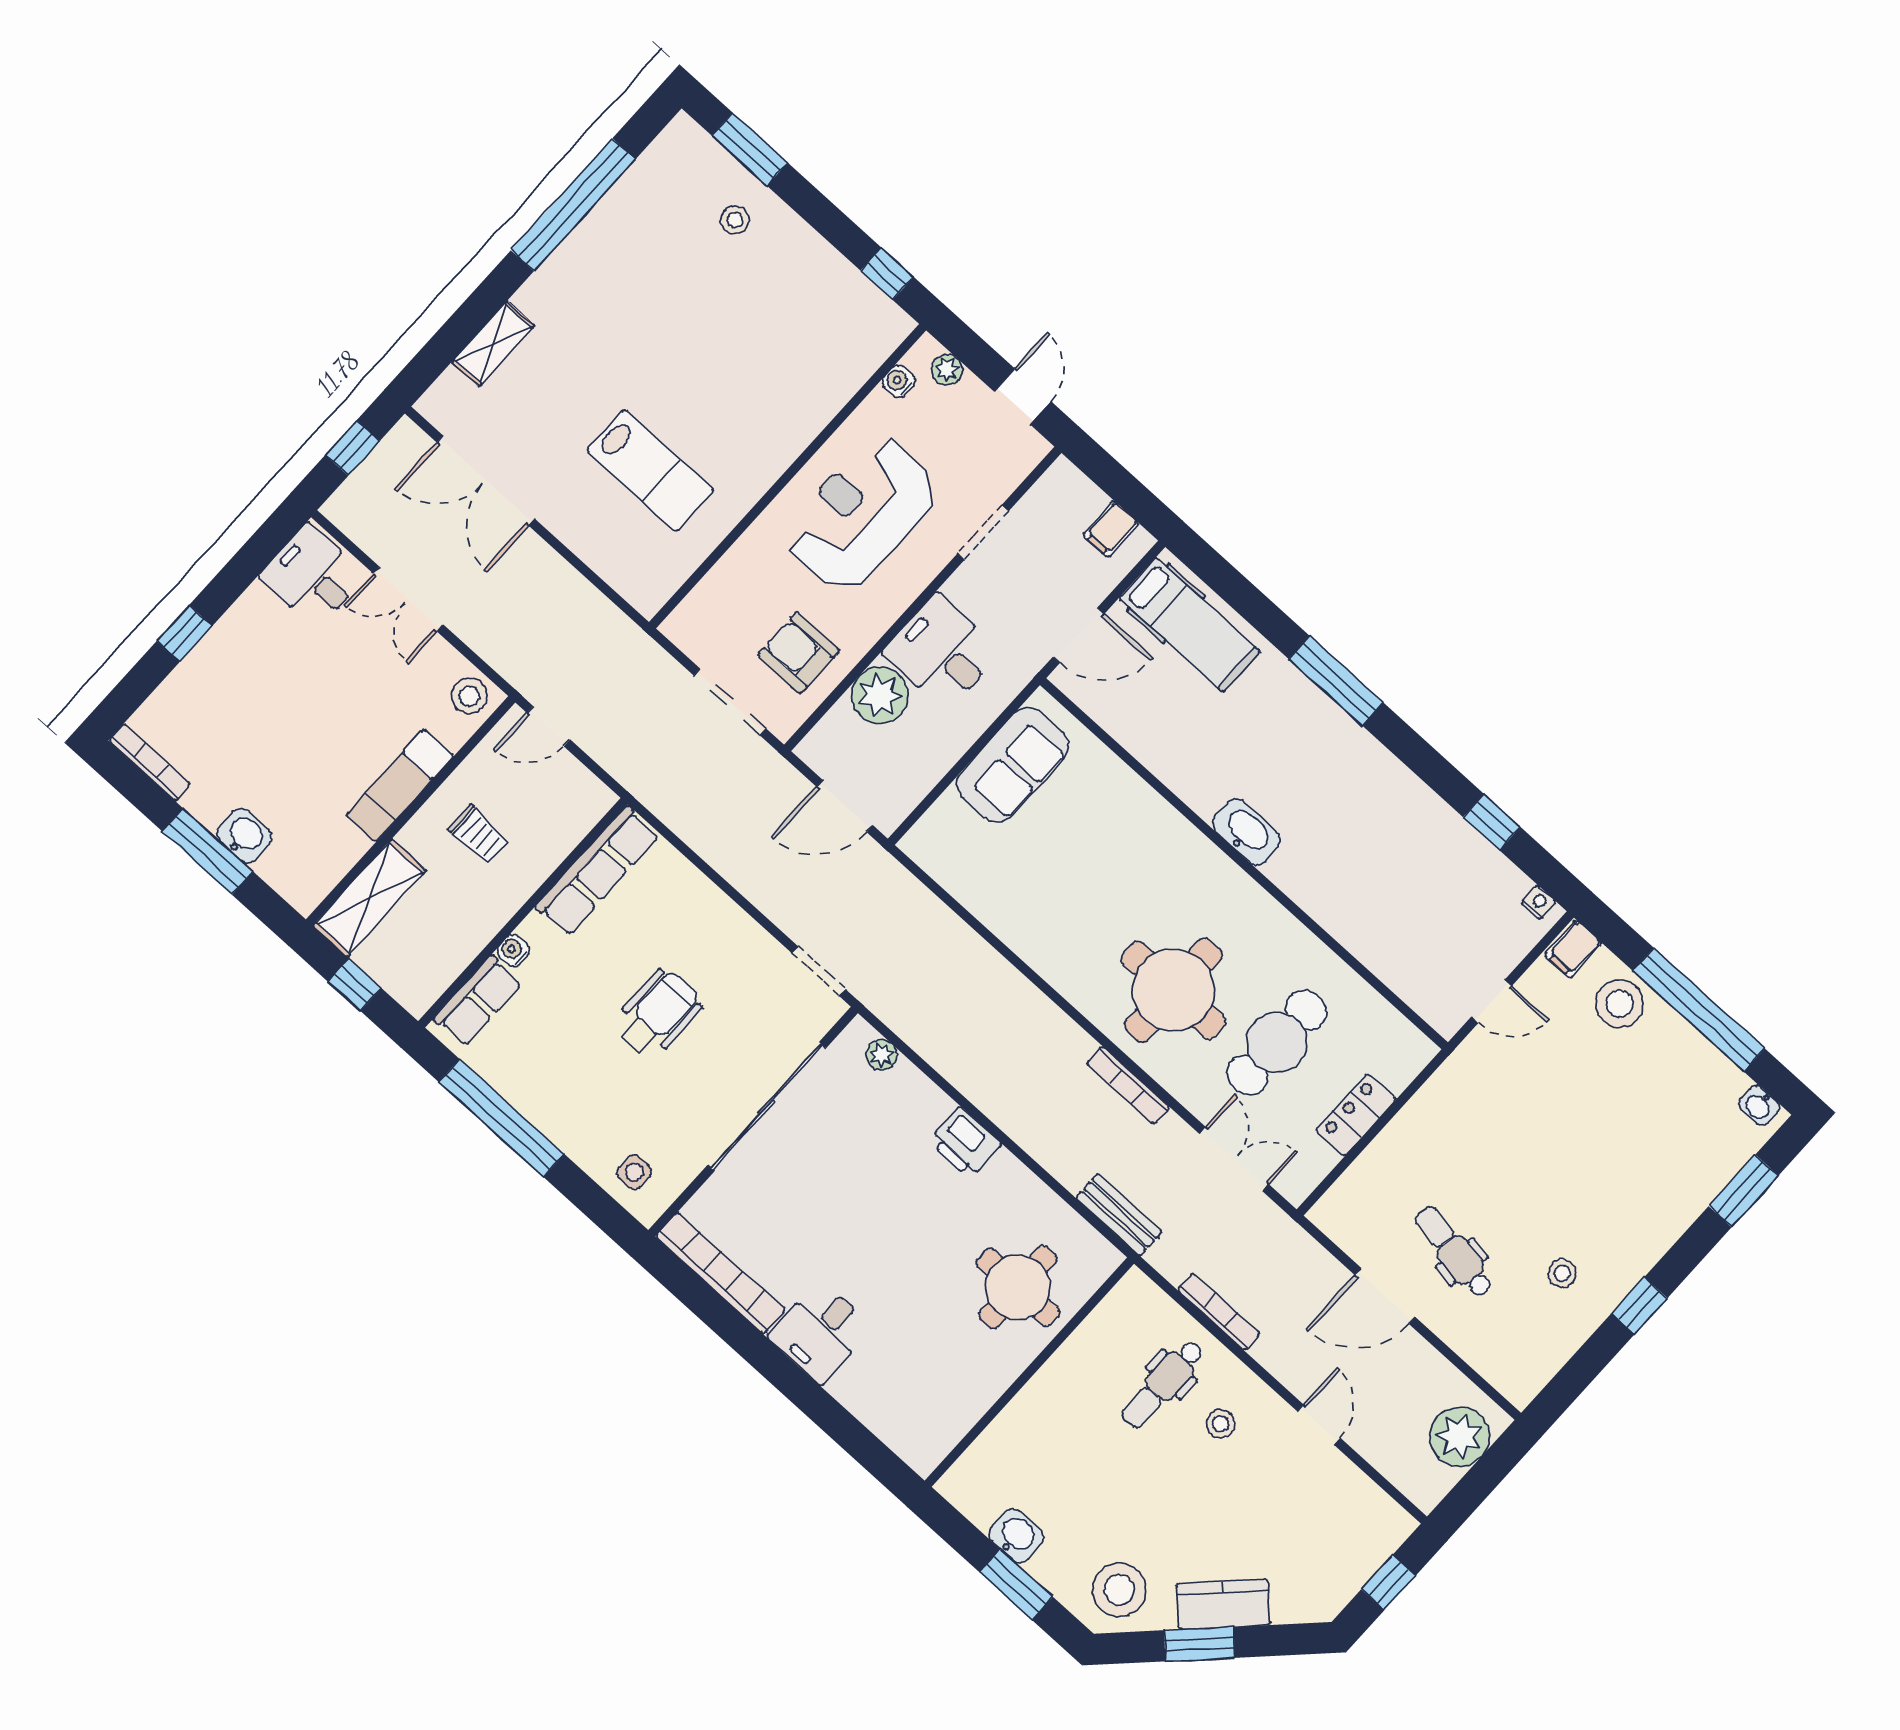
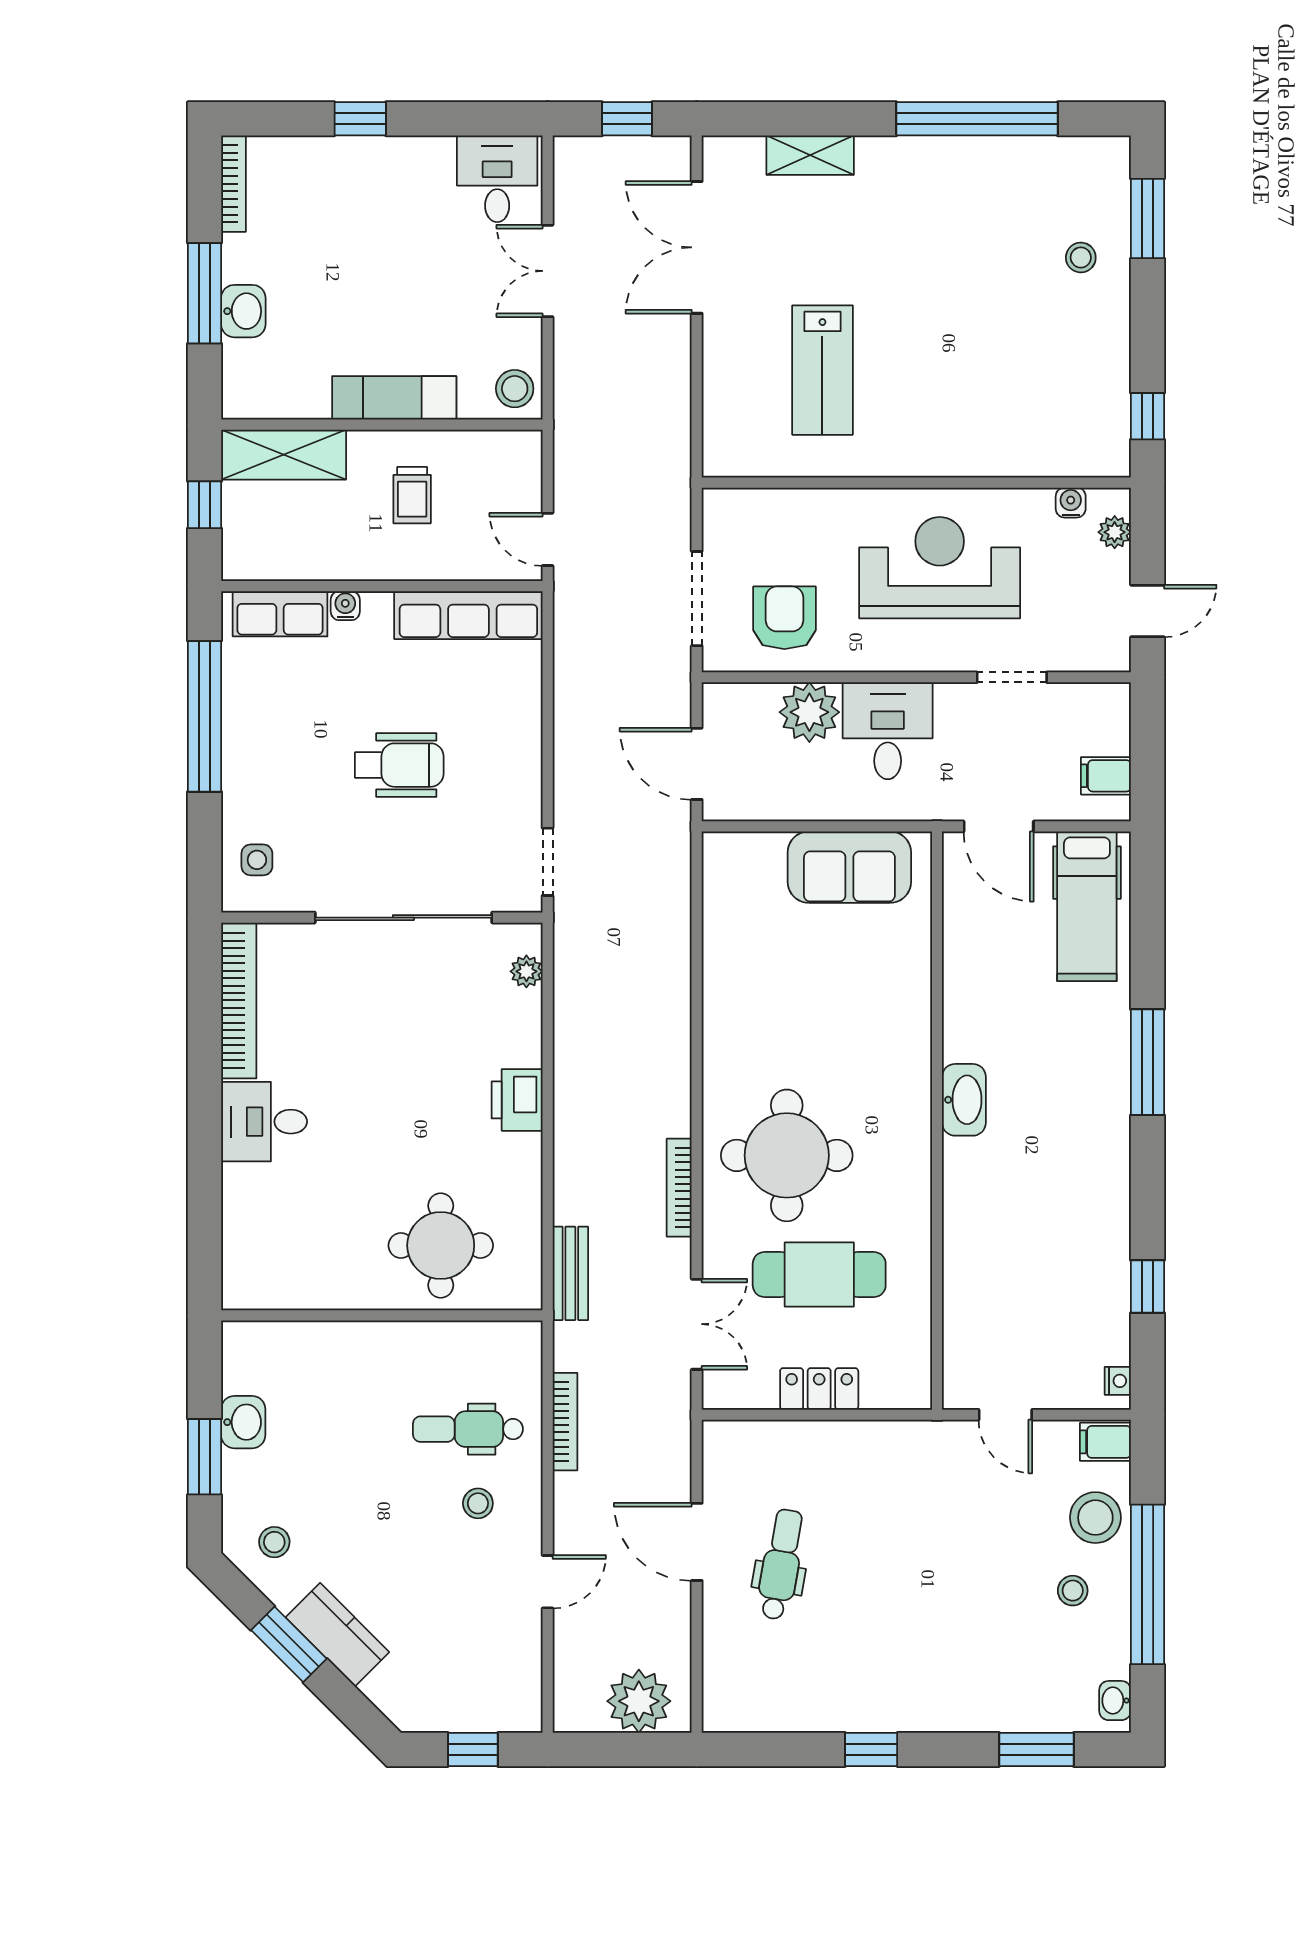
door: (548, 726) -> (548, 539), moved
stool: (1562, 1273) -> (1073, 1591), moved
stool: (1119, 1590) -> (274, 1542), width x0.53, depth x0.53

